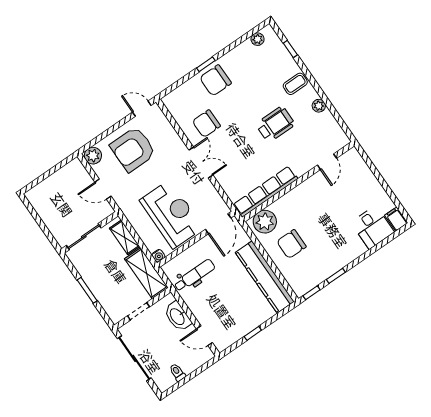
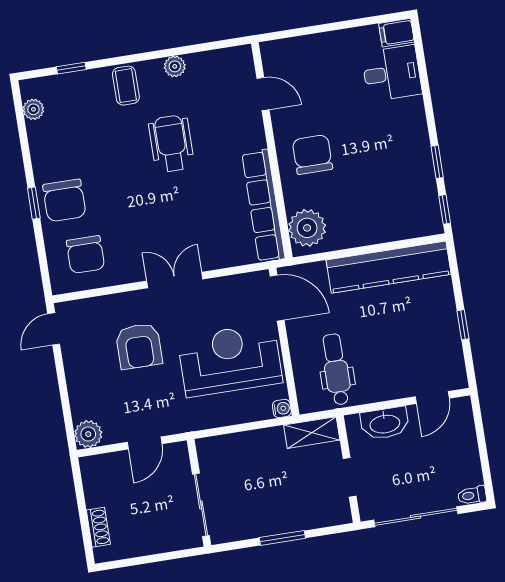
chair: (206, 124) -> (85, 255), moved
armchair: (133, 149) -> (139, 346), moved, width x0.73, depth x0.73
shoe rack: (44, 186) -> (98, 527), added
shelving: (125, 237) -> (231, 445), removed
chair: (291, 244) -> (312, 155), moved, turned 180
shelving: (146, 273) -> (312, 433), width x0.67, depth x0.75
toilet: (177, 372) -> (472, 495), moved

